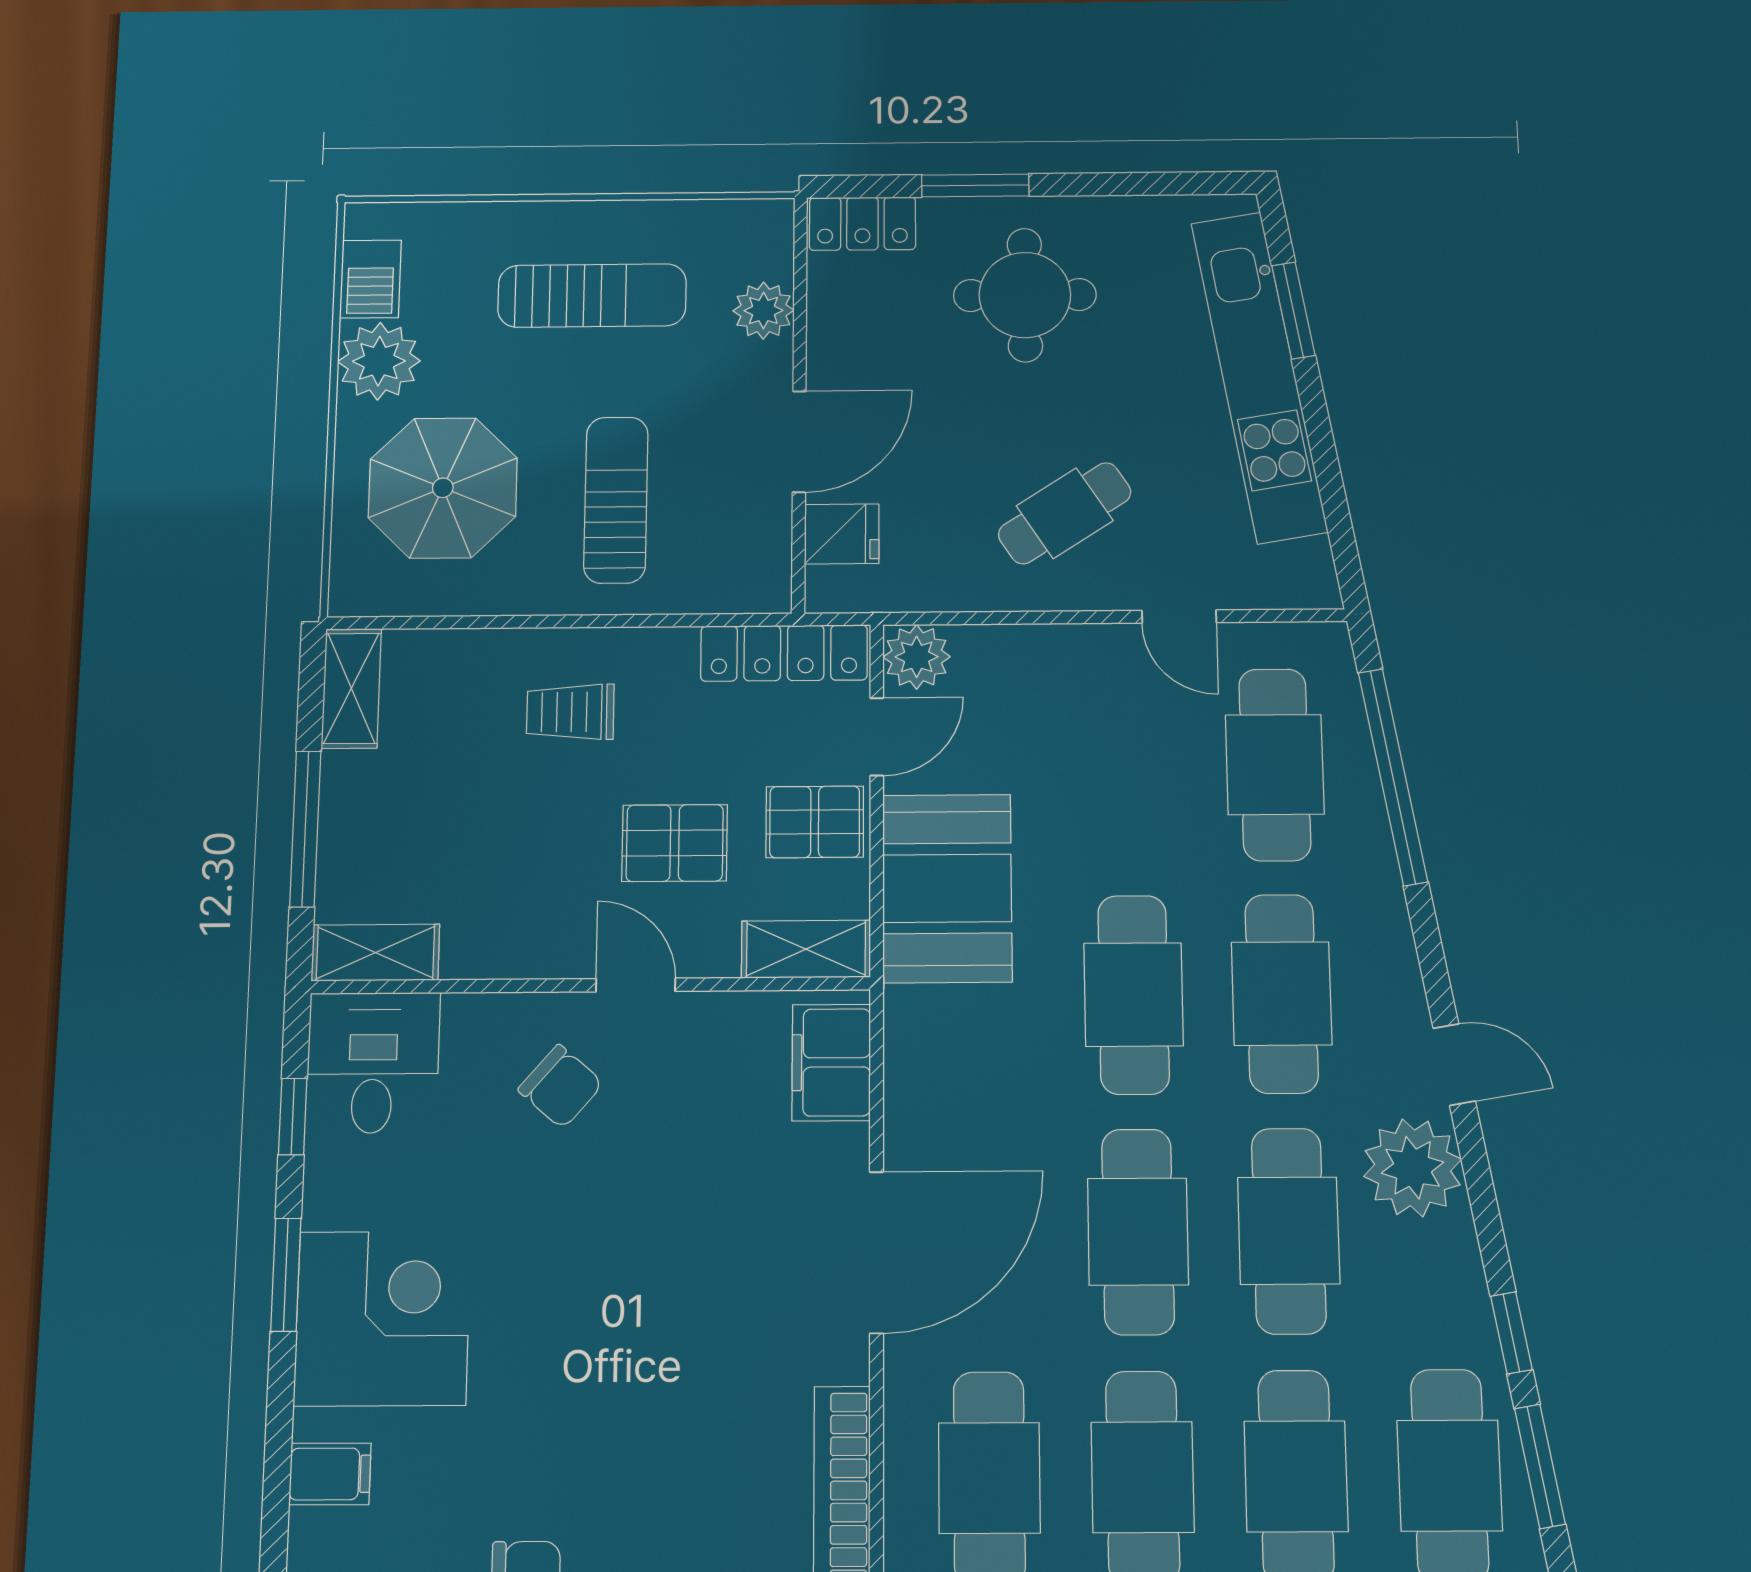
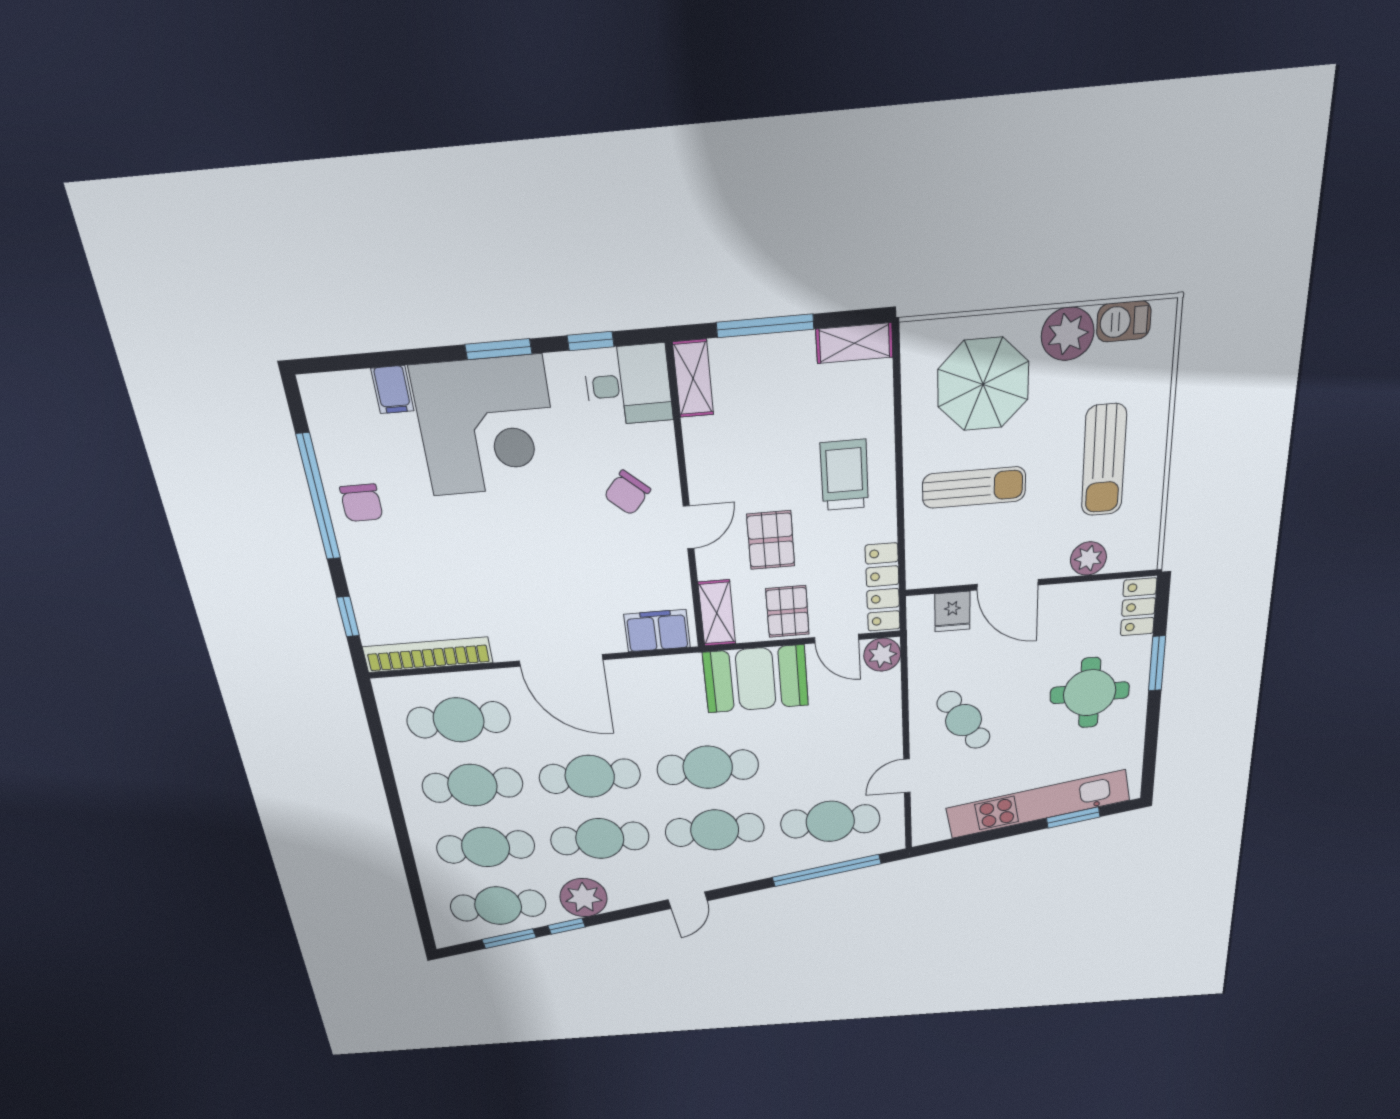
trolley: (570, 712) -> (844, 475), width x1.36, depth x1.39
plant: (1413, 1168) -> (584, 898), moved
corner desk: (383, 1318) -> (487, 426), width x1.36, depth x1.36

